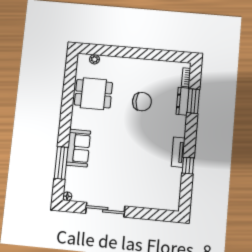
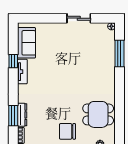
chair: (142, 102) -> (68, 131), moved
sofa: (78, 148) -> (26, 43), moved, turned 180
sliding door: (105, 210) -> (79, 18), width x0.73

